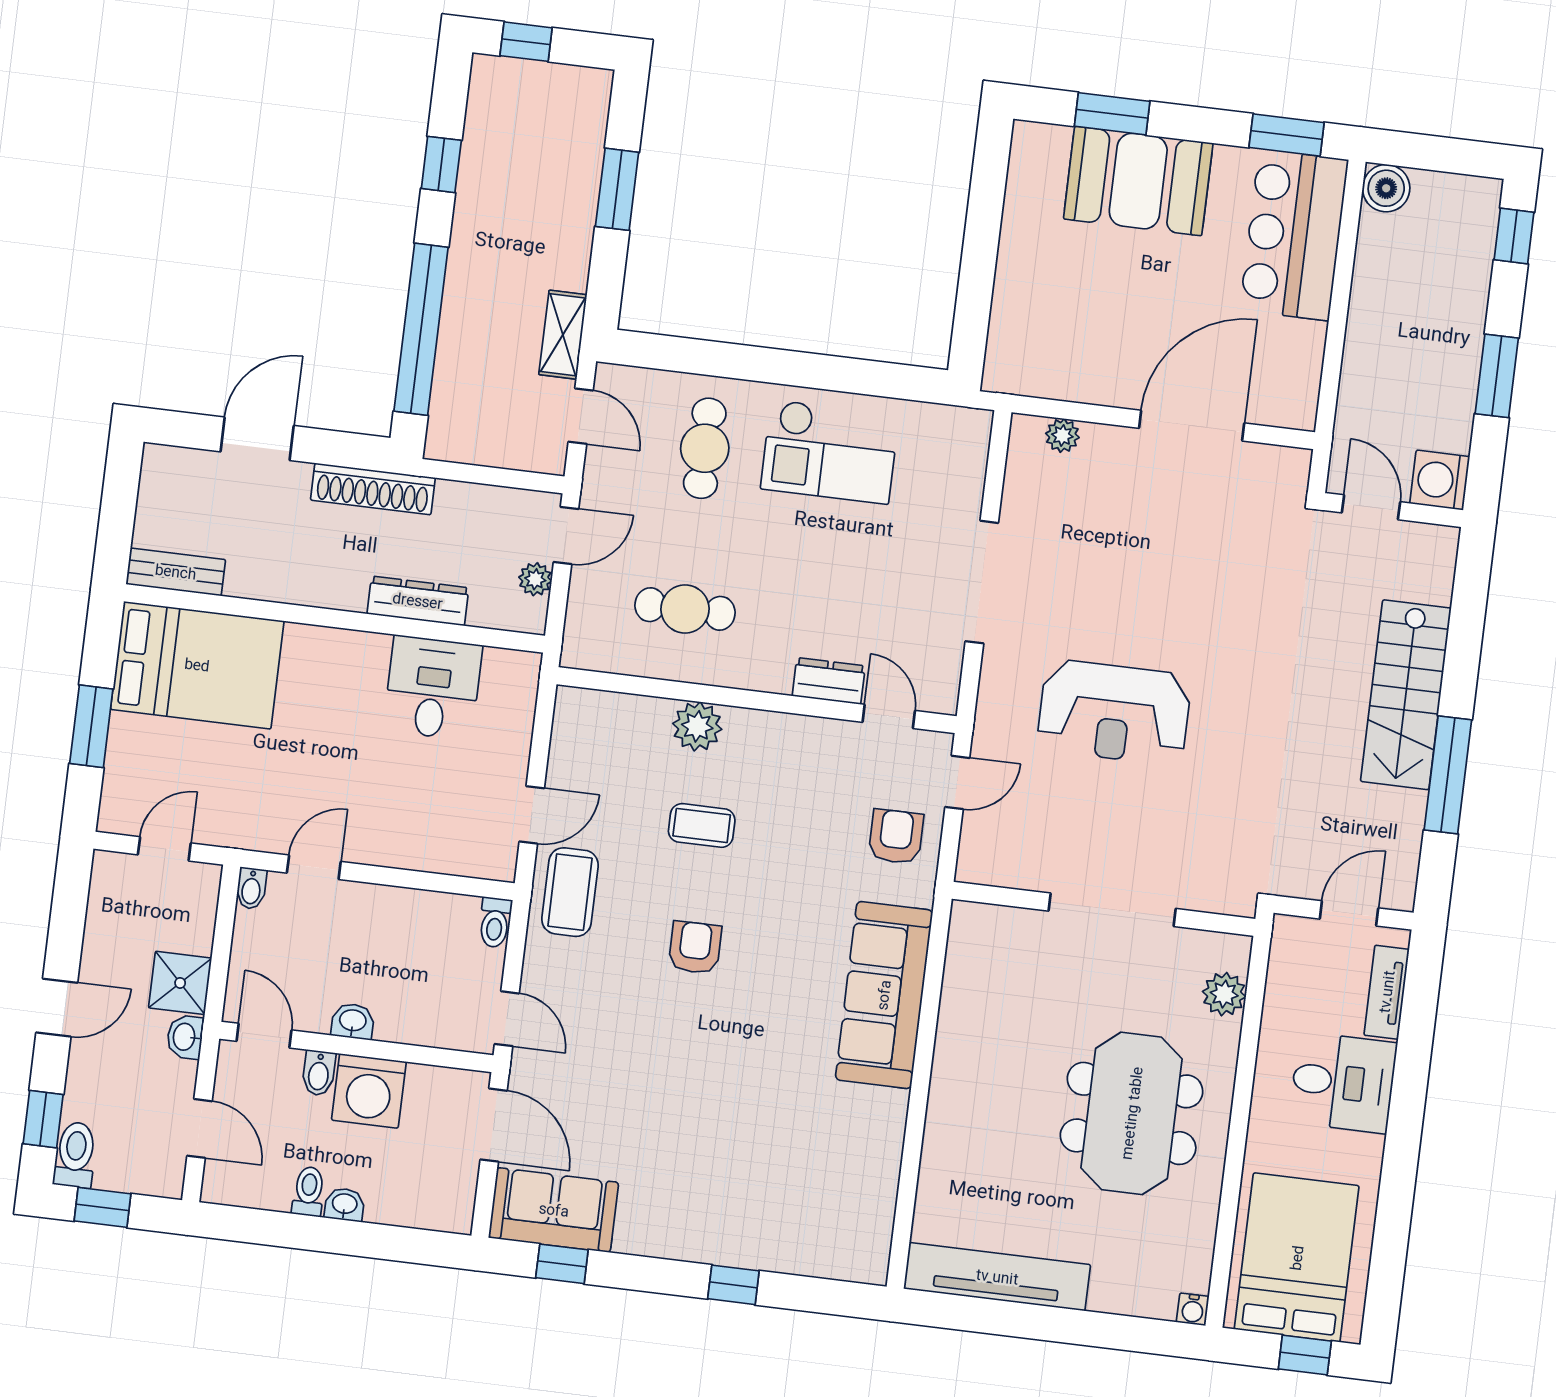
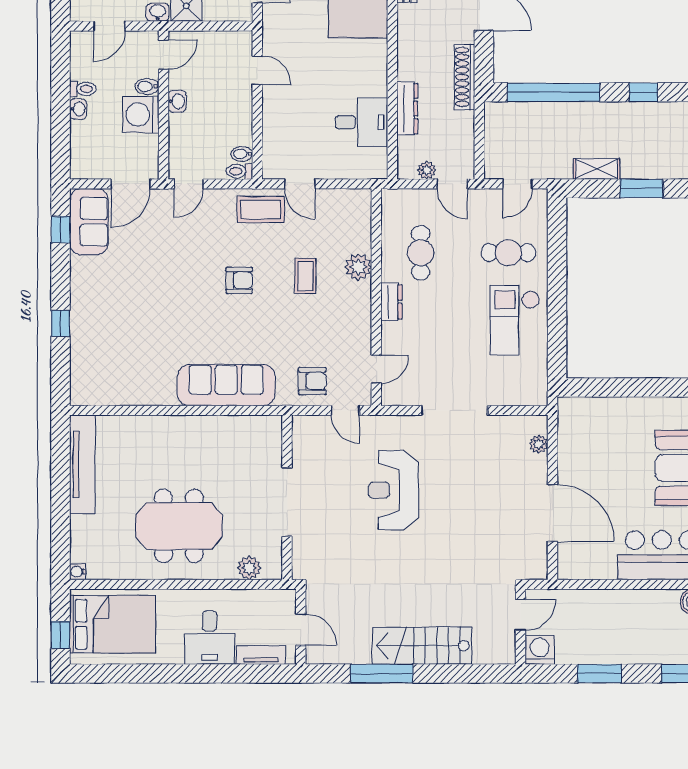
shelving: (563, 335) -> (597, 169), moved
dresser: (829, 681) -> (391, 302), moved
bidet: (251, 888) -> (242, 154), moved

